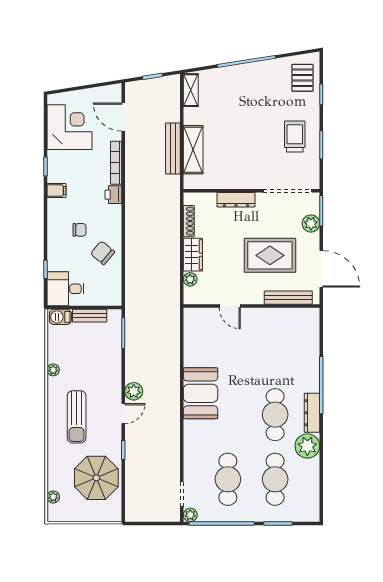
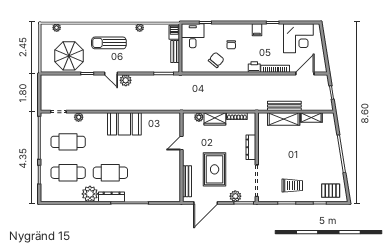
shelving: (191, 90) -> (311, 118), moved
plant: (190, 515) -> (79, 117), moved

